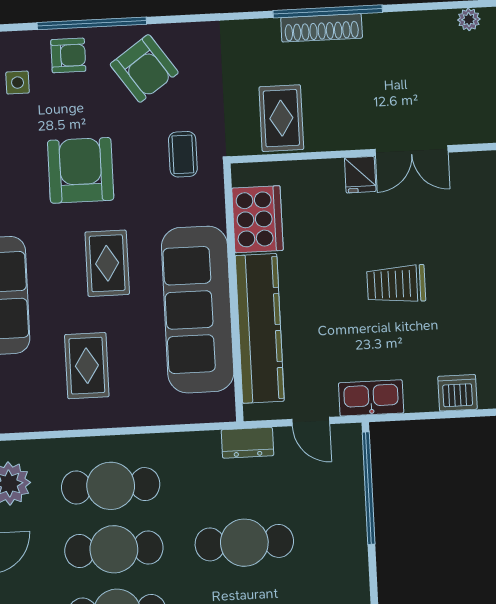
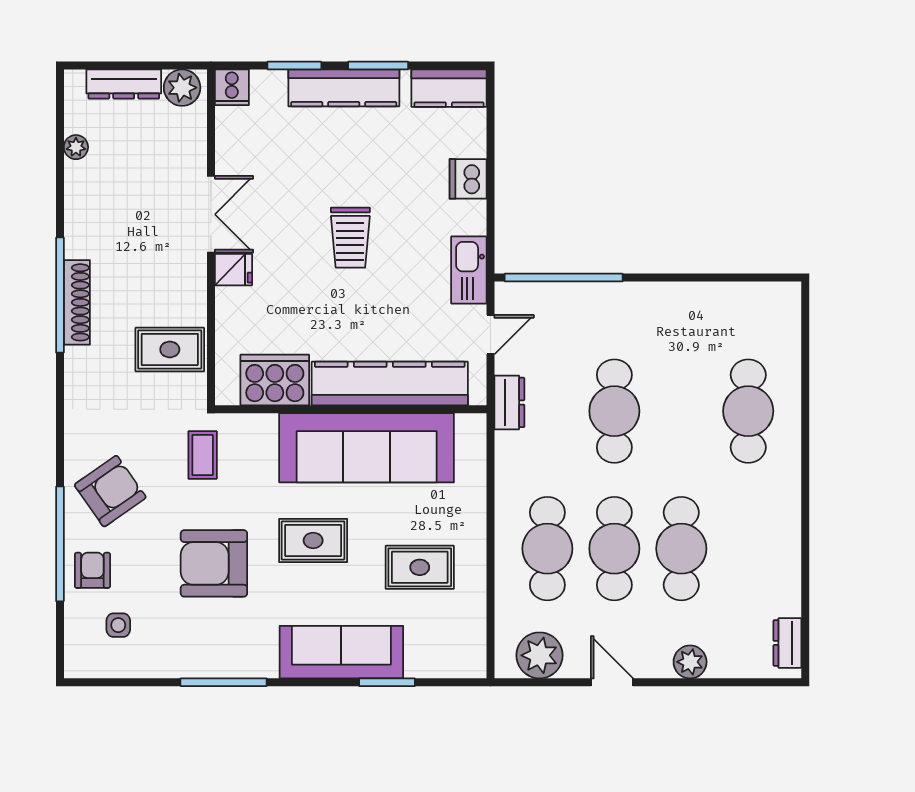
coffee table: (183, 154) -> (203, 455), turned 90

